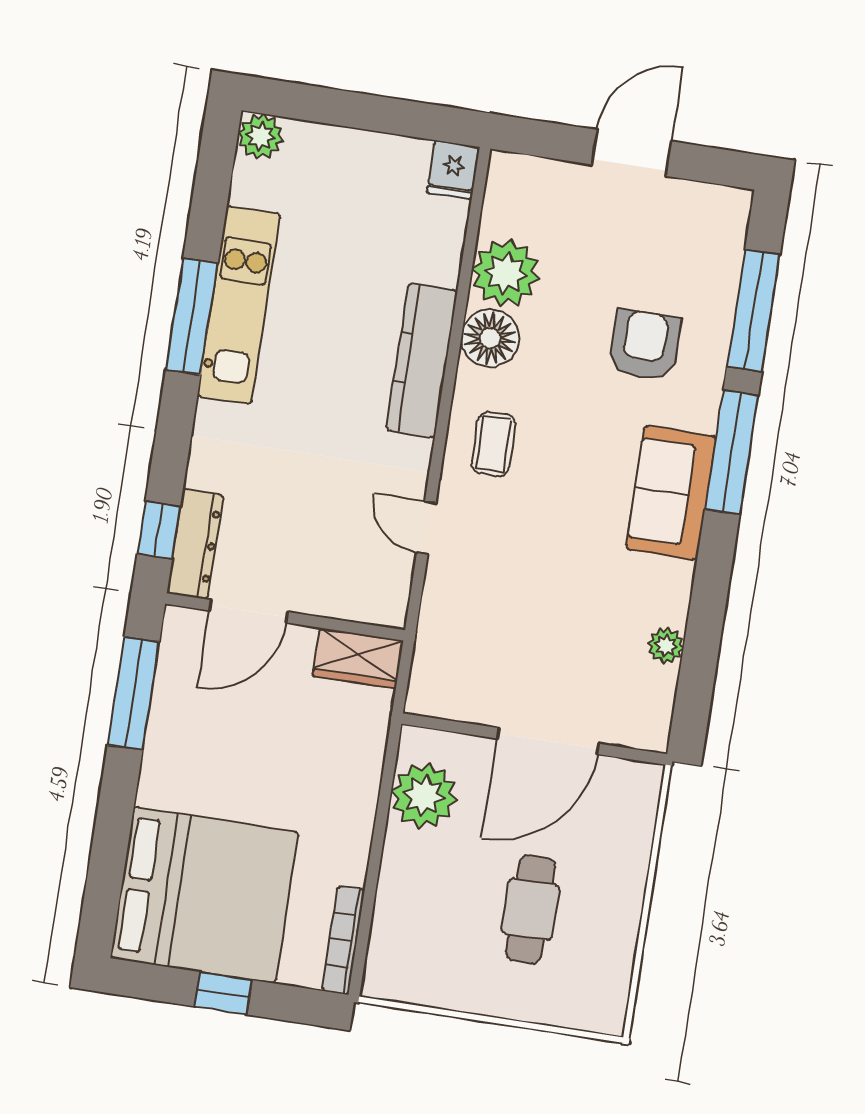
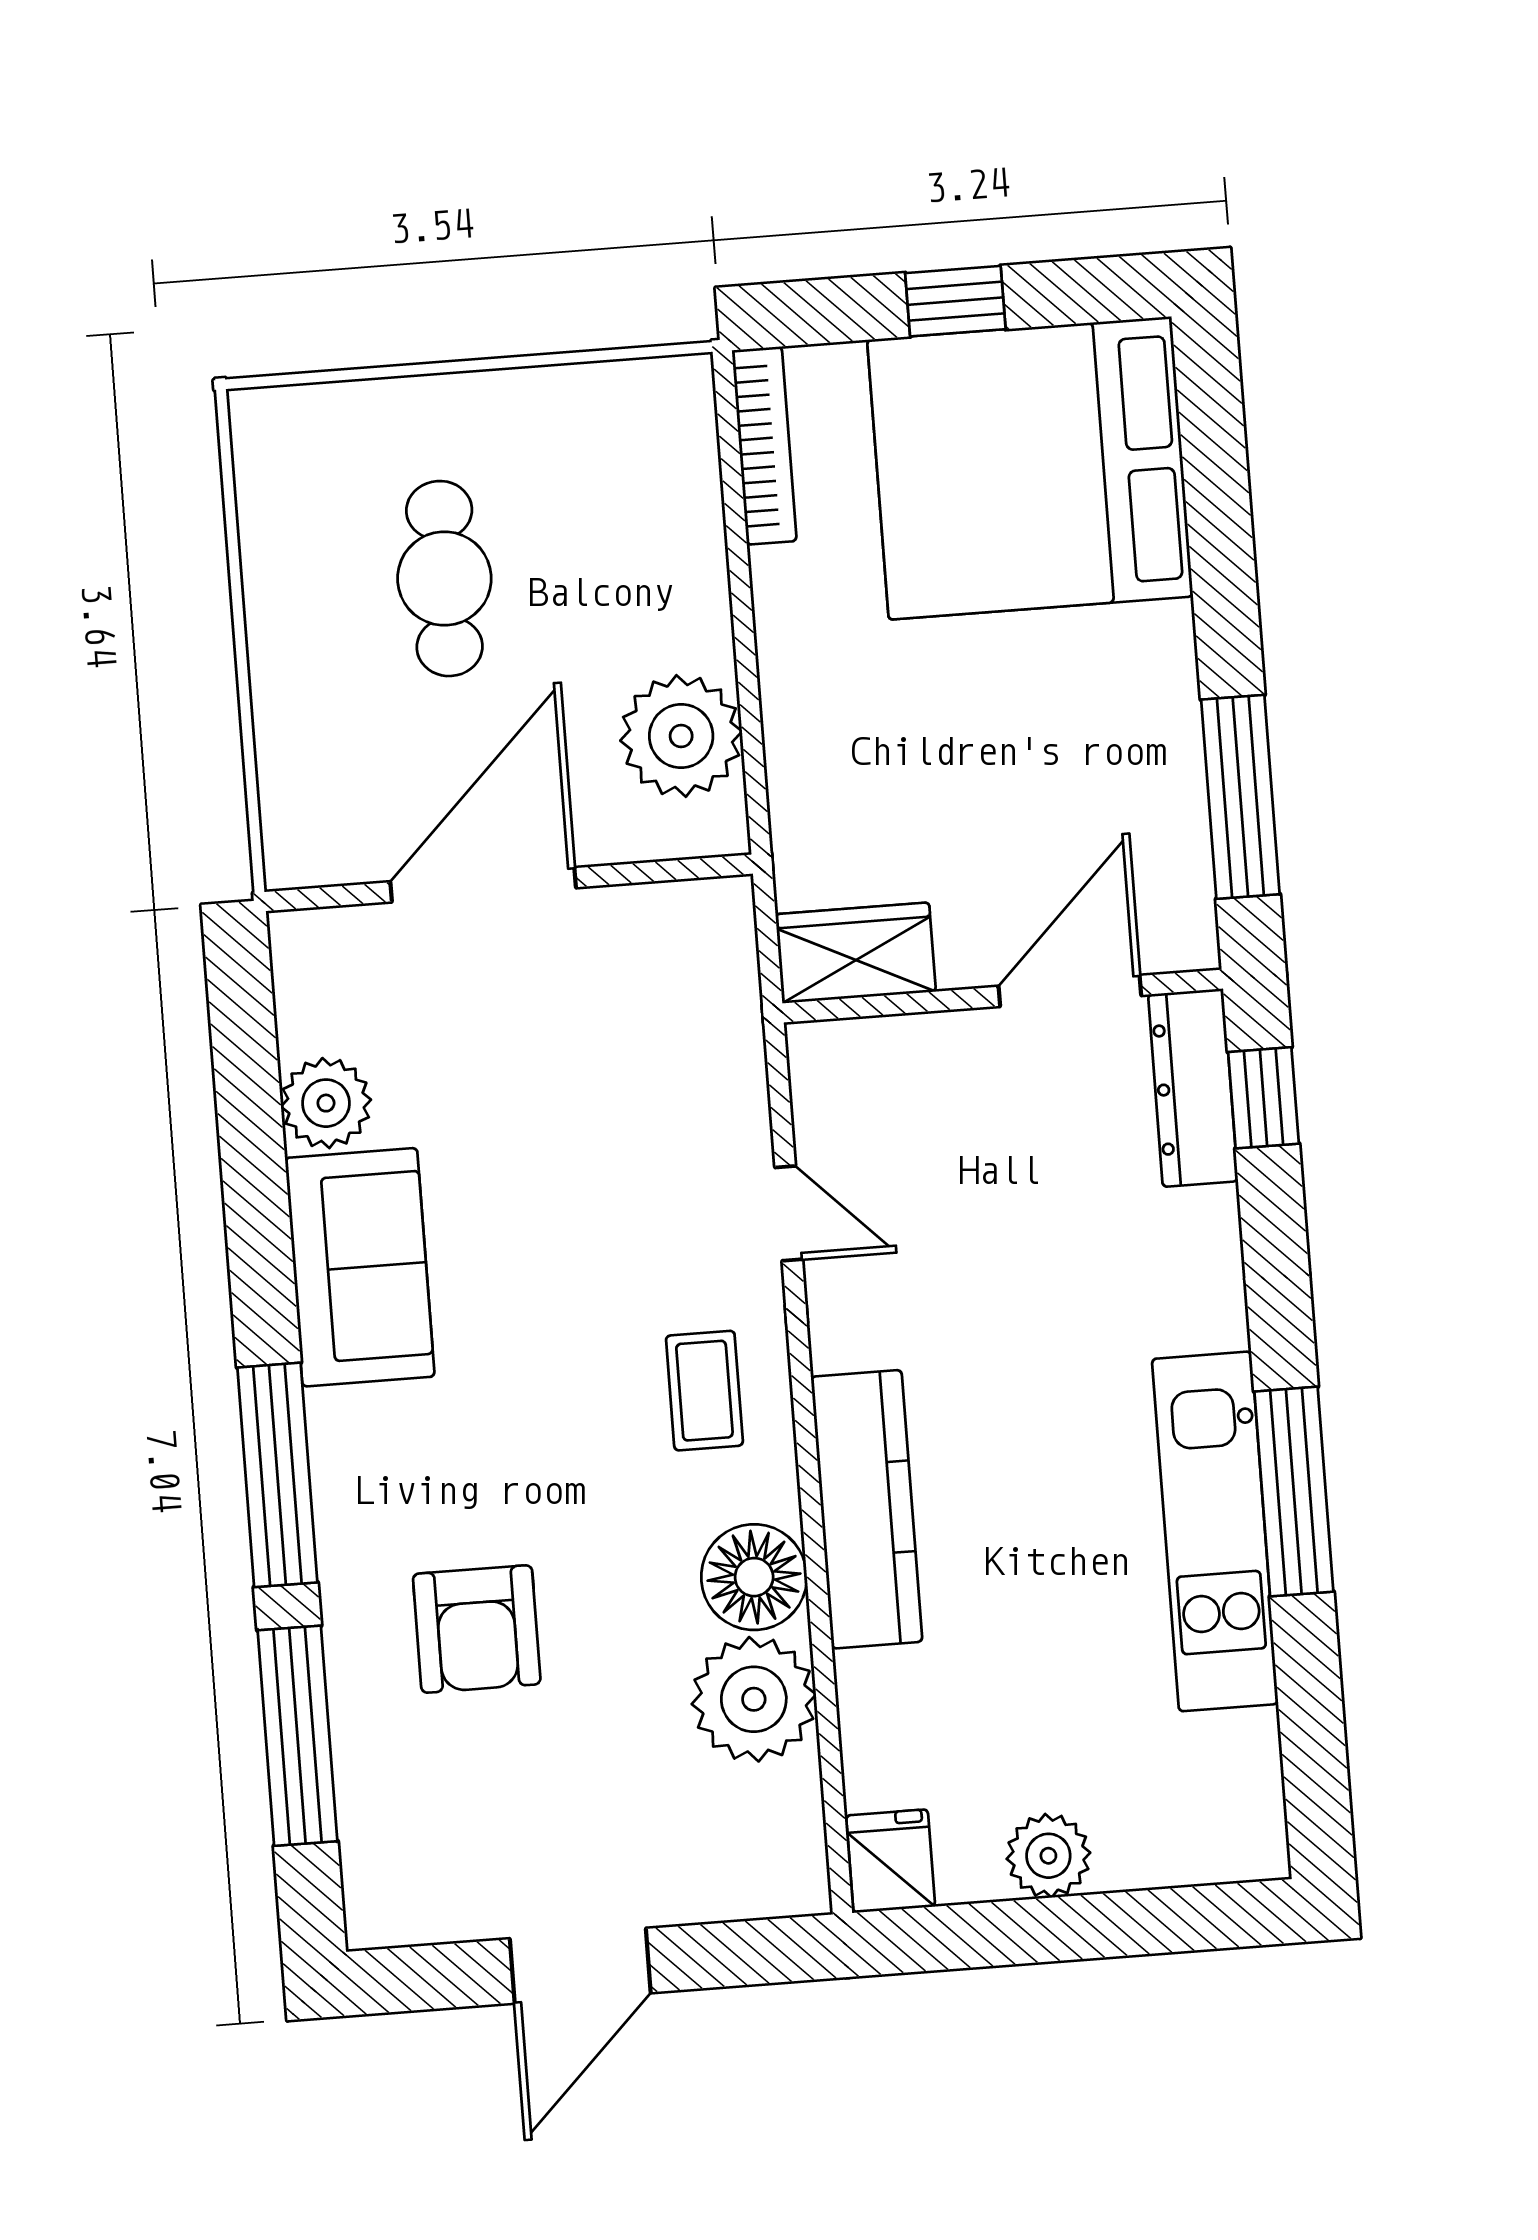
plant: (261, 136) -> (1048, 1856), moved
sofa: (671, 493) -> (360, 1267), moved
plant: (666, 645) -> (326, 1103), width x1.38, depth x1.38

